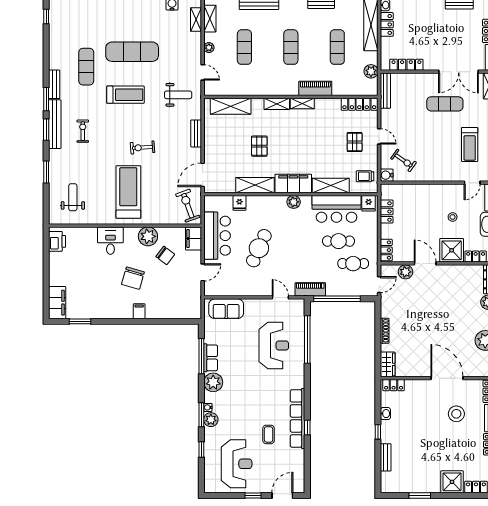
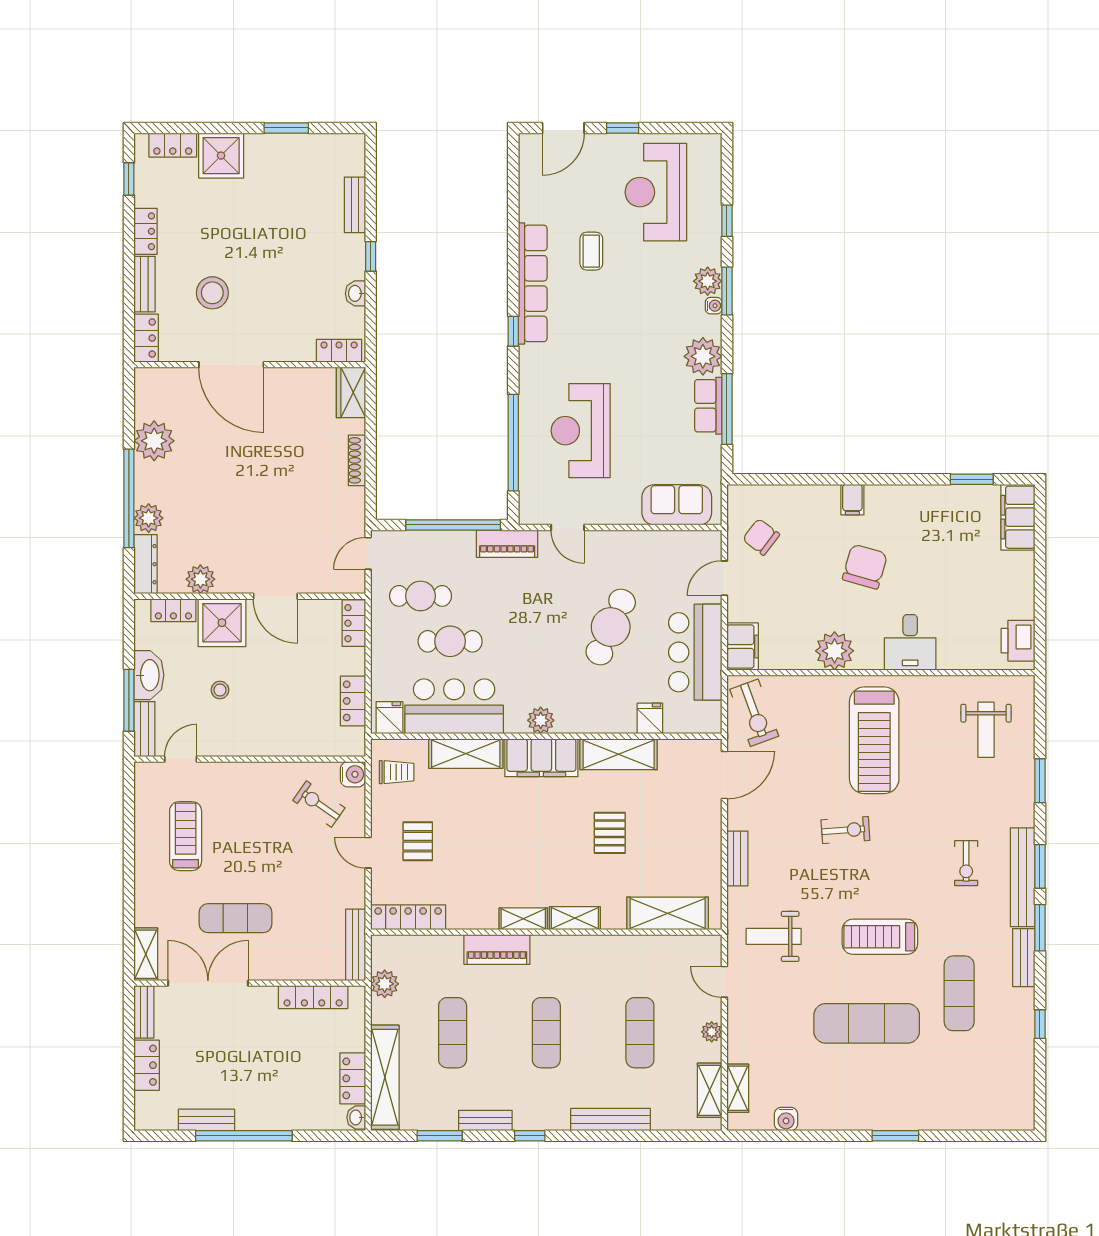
window: (46, 16) -> (1040, 1024), moved
chair: (165, 255) -> (761, 537), moved
plant: (405, 272) -> (200, 579), moved
window: (307, 428) -> (513, 331), moved

